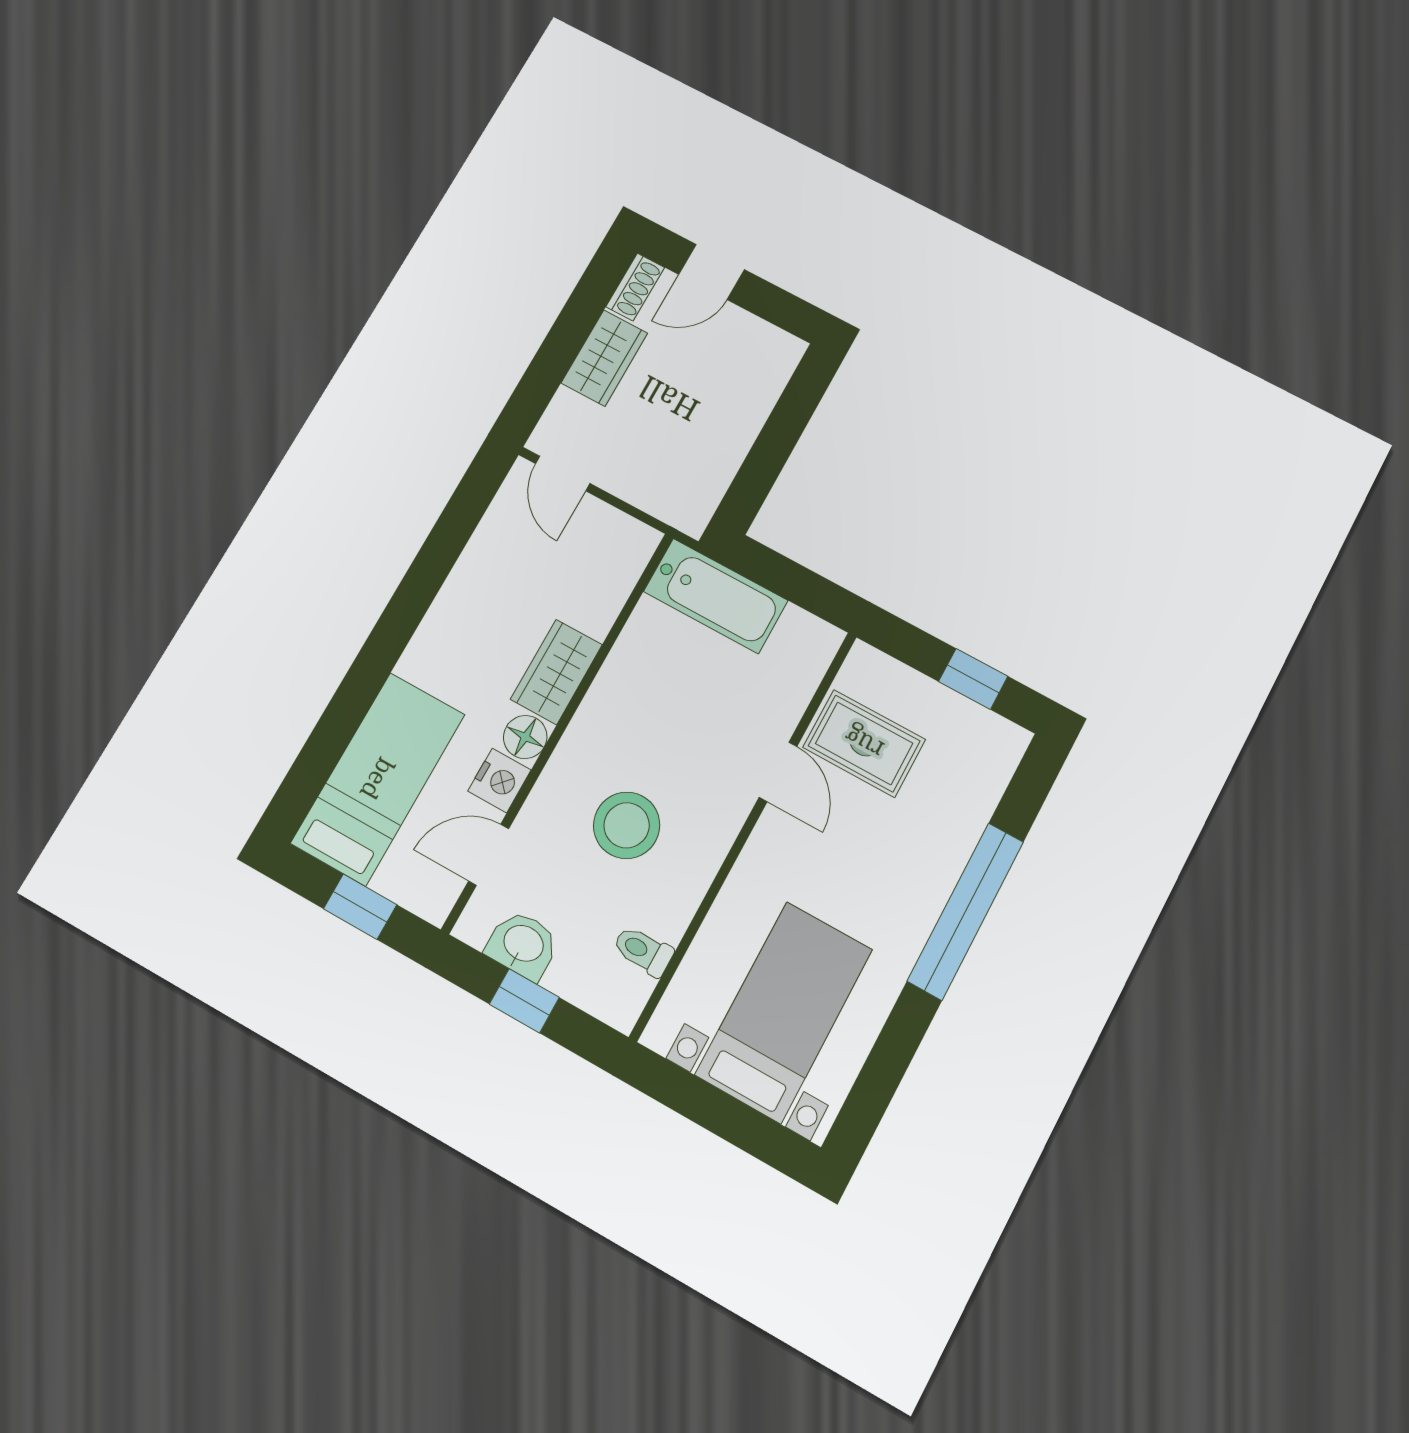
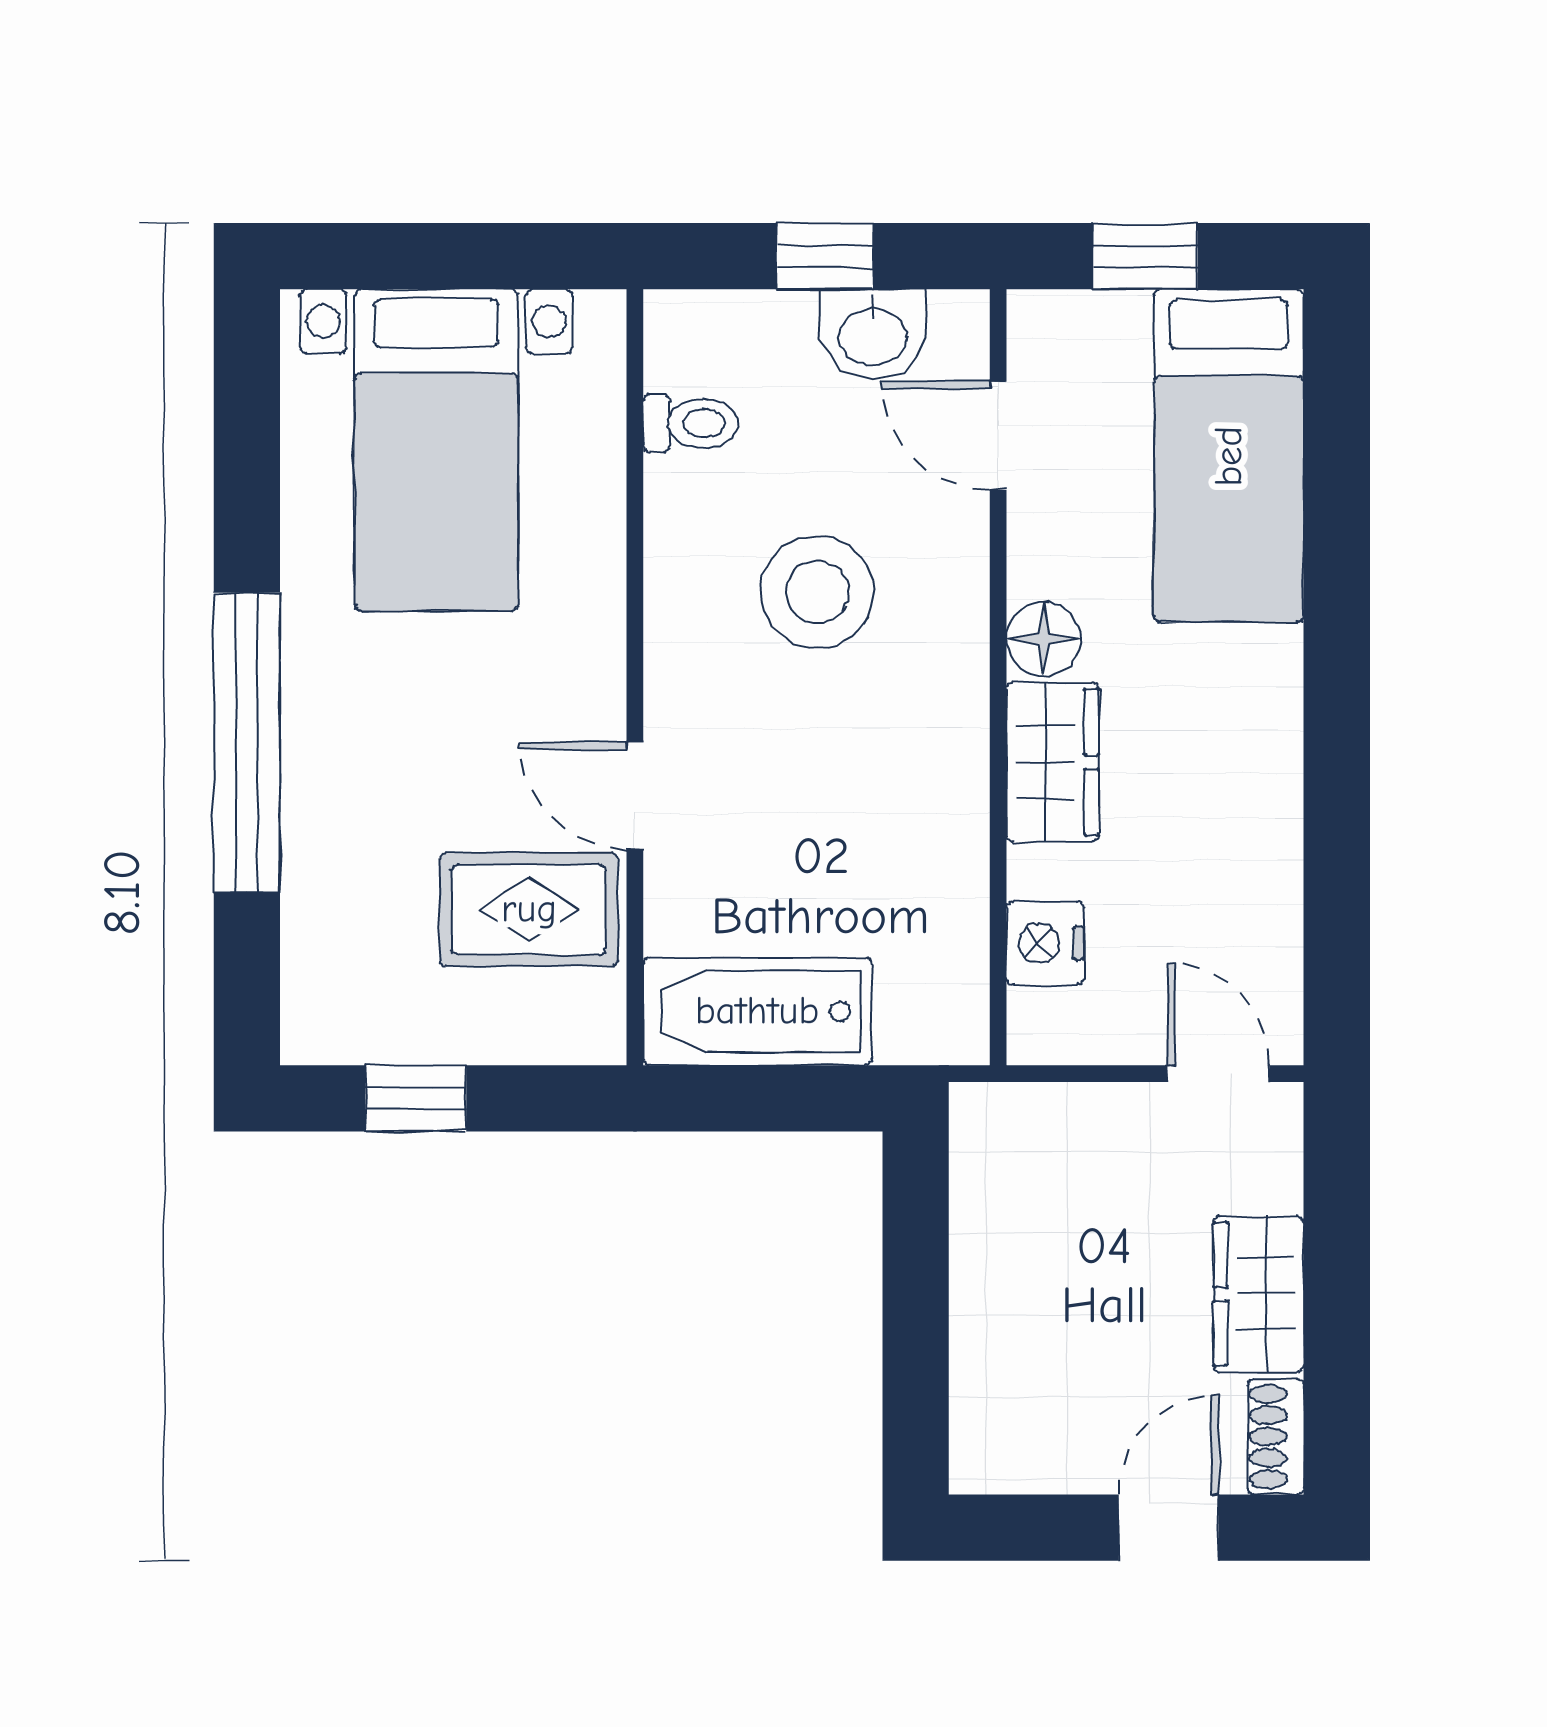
bathtub: (716, 596) -> (757, 1011), moved
nightstand: (499, 781) -> (1045, 943), moved
door: (489, 855) -> (998, 436), swing flipped

